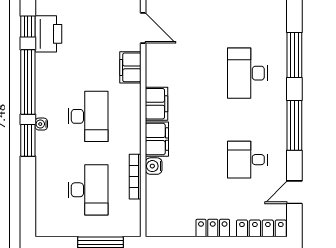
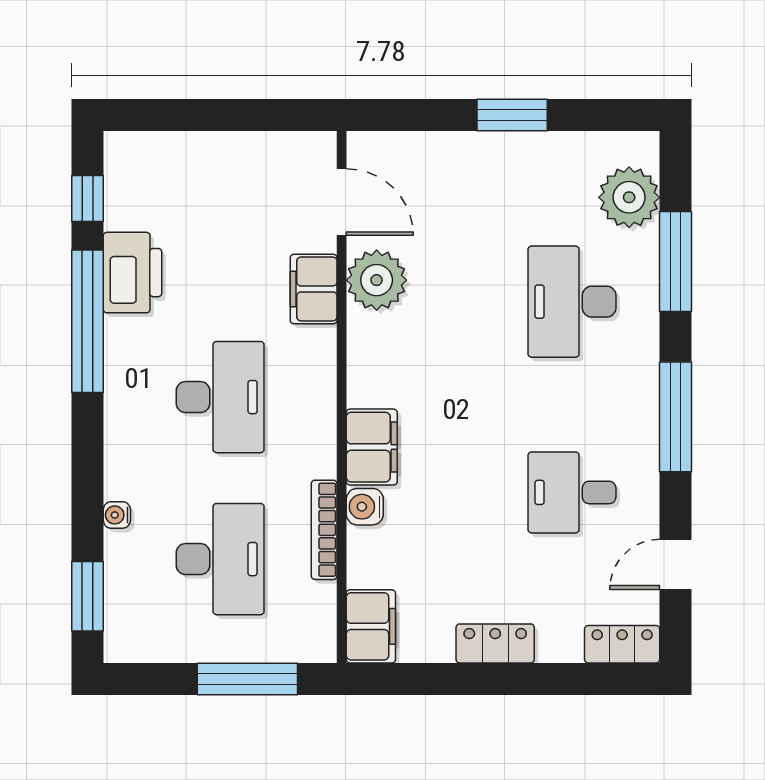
plant: (273, 26) -> (629, 197), added
printer: (48, 34) -> (132, 273), moved
plant: (159, 63) -> (377, 280), added
filing cabinet: (156, 104) -> (371, 626), moved
water cooler: (41, 124) -> (117, 515), moved
window: (28, 140) -> (87, 596), moved
locker: (261, 228) -> (622, 644), width x0.66

